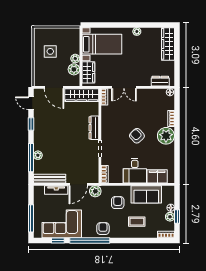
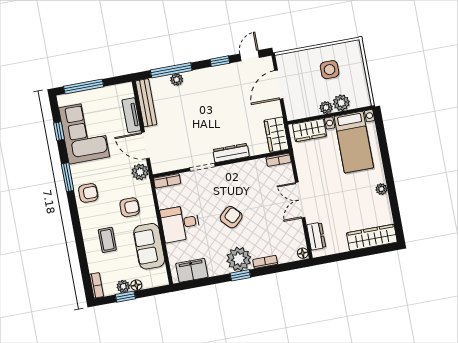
plant: (74, 69) -> (341, 103), moved
double door: (124, 87) -> (300, 200), moved
wardrobe: (82, 95) -> (276, 135), width x0.67
window: (177, 137) -> (240, 275), added
filing cabinet: (157, 176) -> (192, 270), moved, turned -90
window: (90, 240) -> (68, 177), width x0.47

